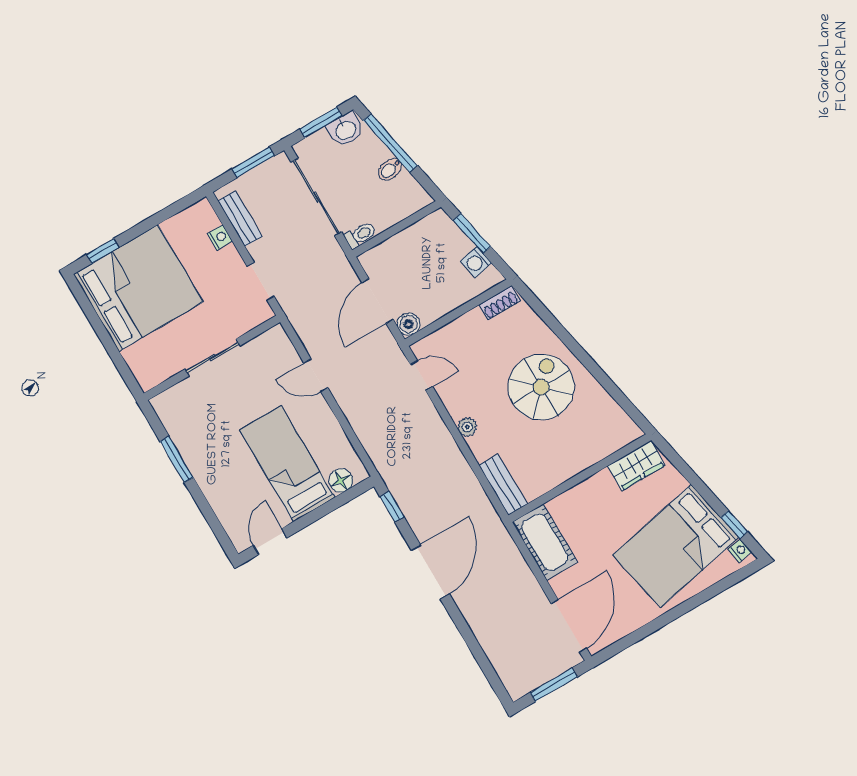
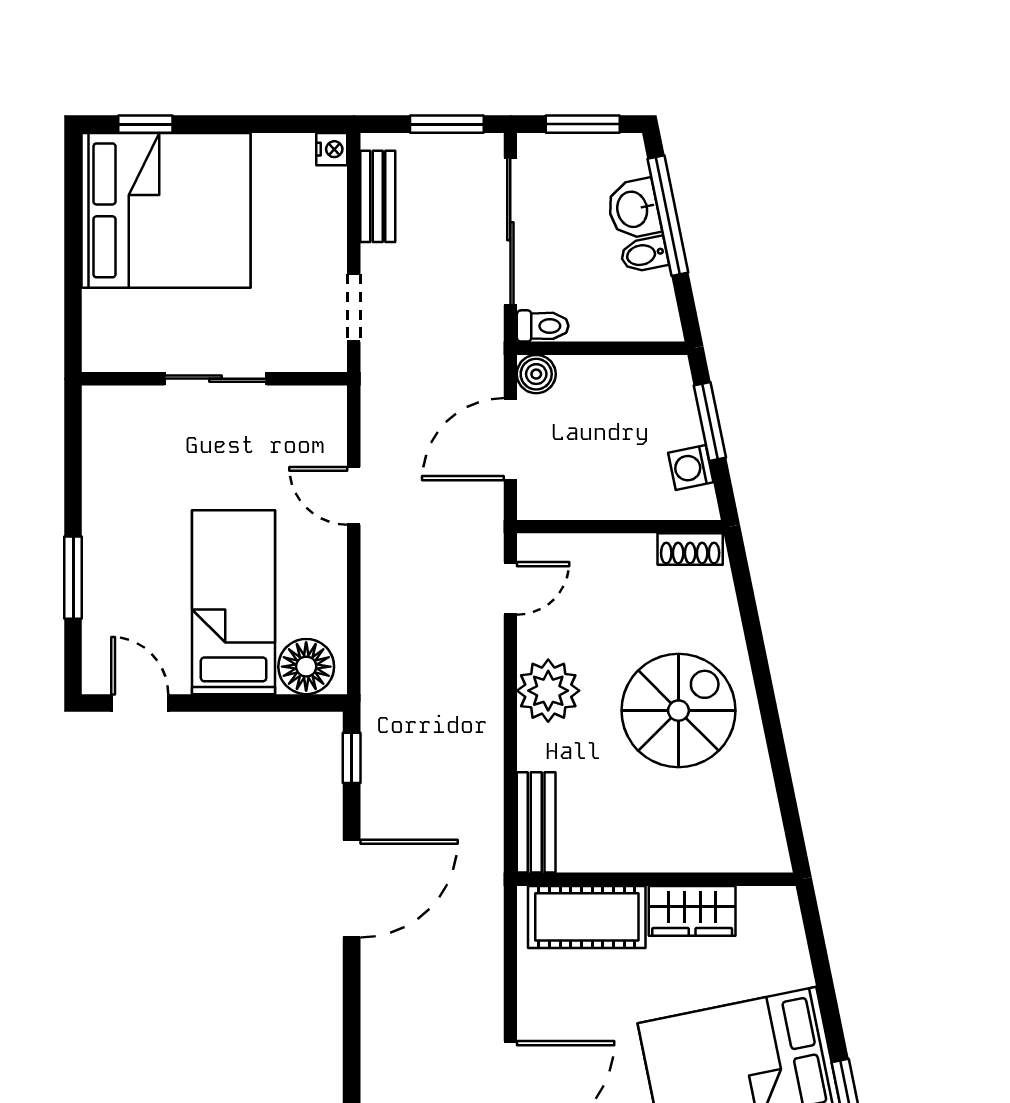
washbasin: (346, 130) -> (634, 209), moved, turned 78
nightstand: (220, 237) -> (332, 149), moved
boiler: (409, 324) -> (536, 374), moved
door: (421, 375) -> (510, 588), hinge flipped
plant: (467, 427) -> (548, 691), width x1.88, depth x1.88
window: (177, 459) -> (73, 578), moved
wardrobe: (636, 466) -> (692, 911), moved
floor lamp: (341, 480) -> (306, 667), width x1.38, depth x1.38
door: (270, 542) -> (140, 703), hinge flipped
cot: (545, 542) -> (587, 917), moved, turned 90

